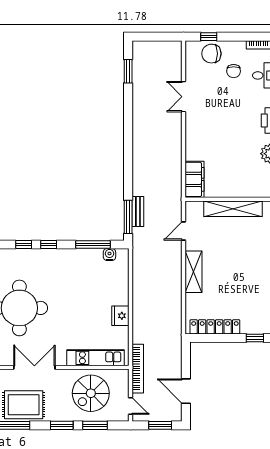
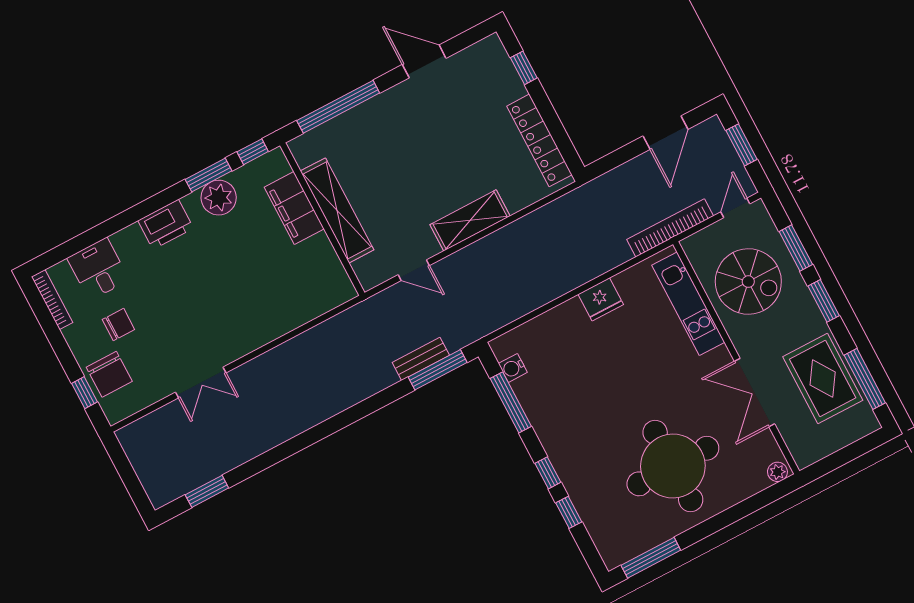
filing cabinet: (195, 179) -> (294, 208), moved, turned -90

